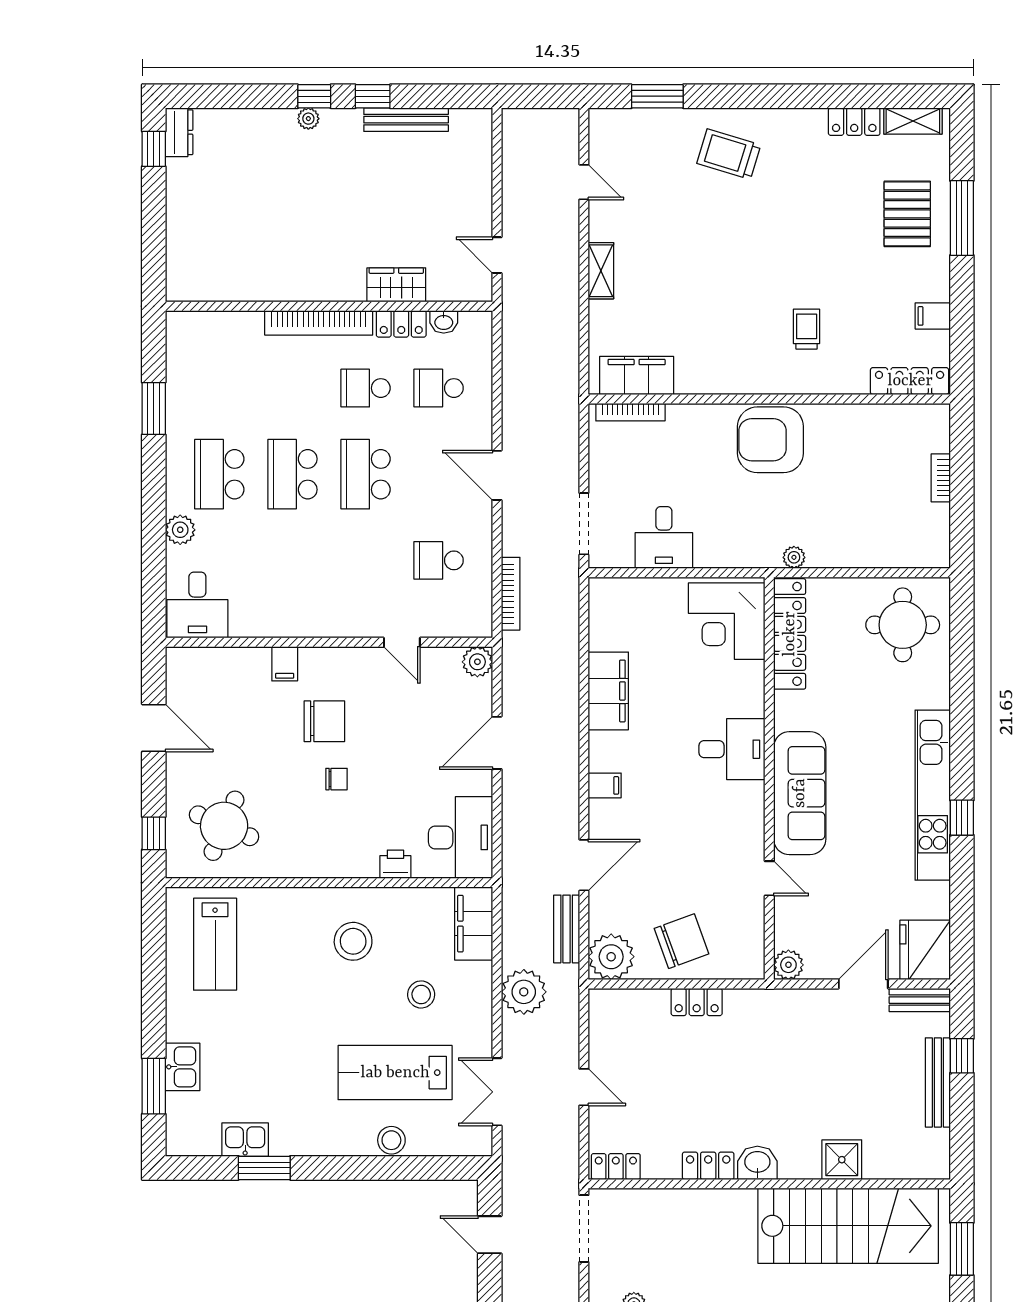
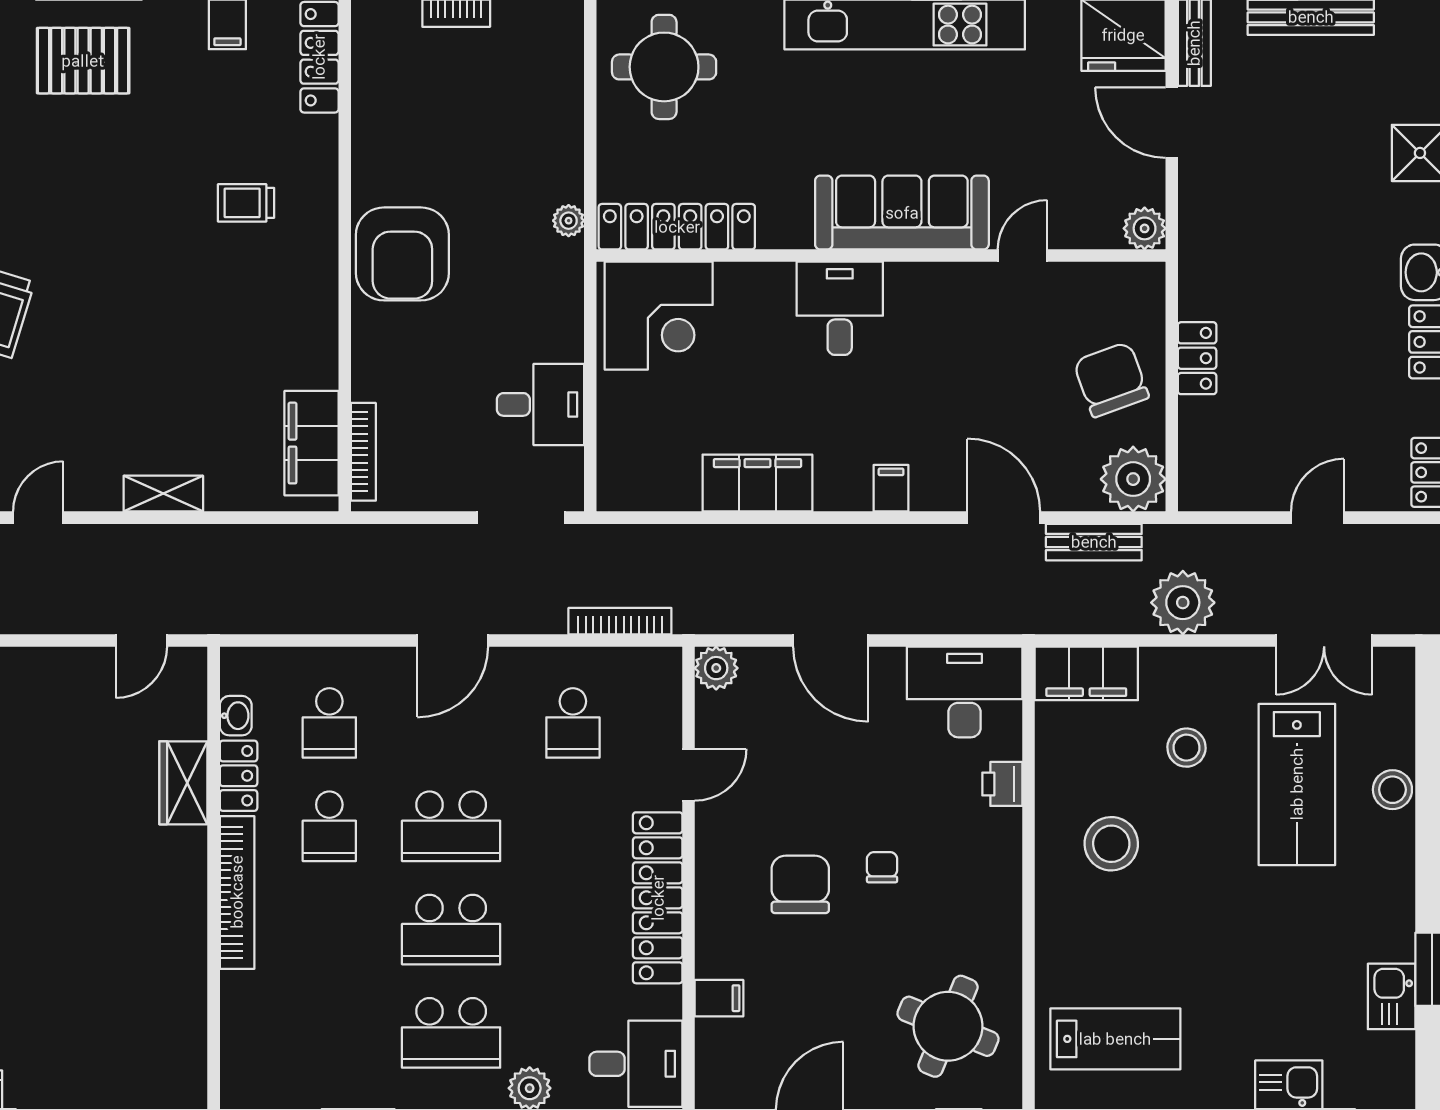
locker: (315, 620) -> (658, 898), added
filing cabinet: (285, 664) -> (719, 998), moved

